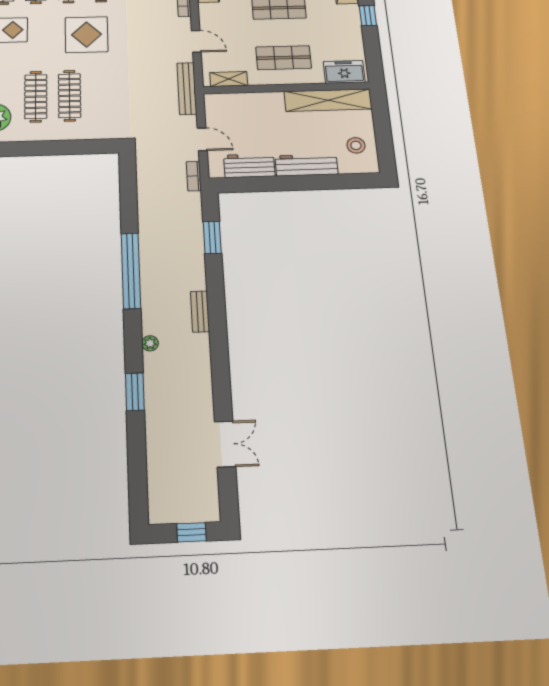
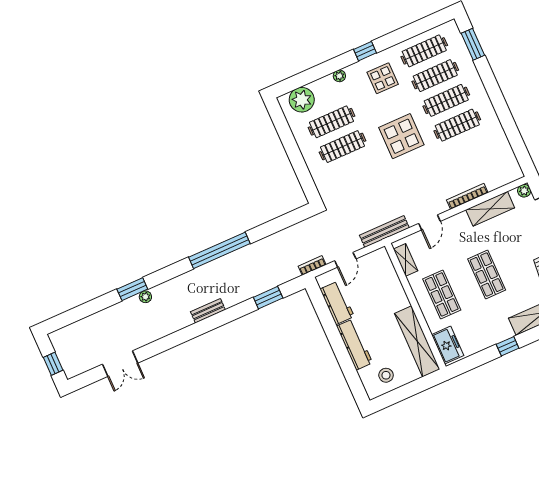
plant: (150, 343) -> (145, 297), moved

